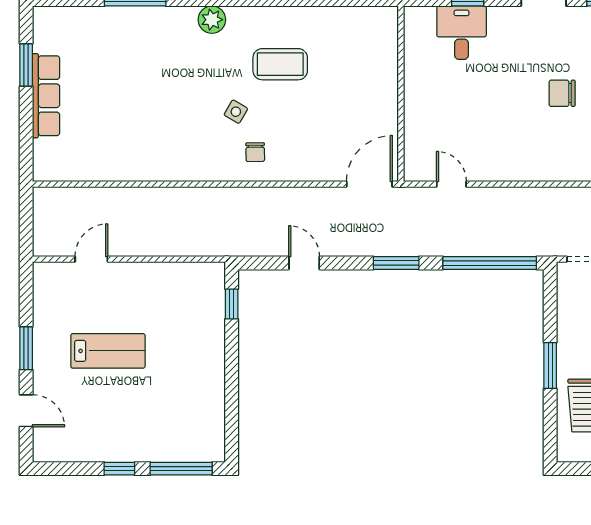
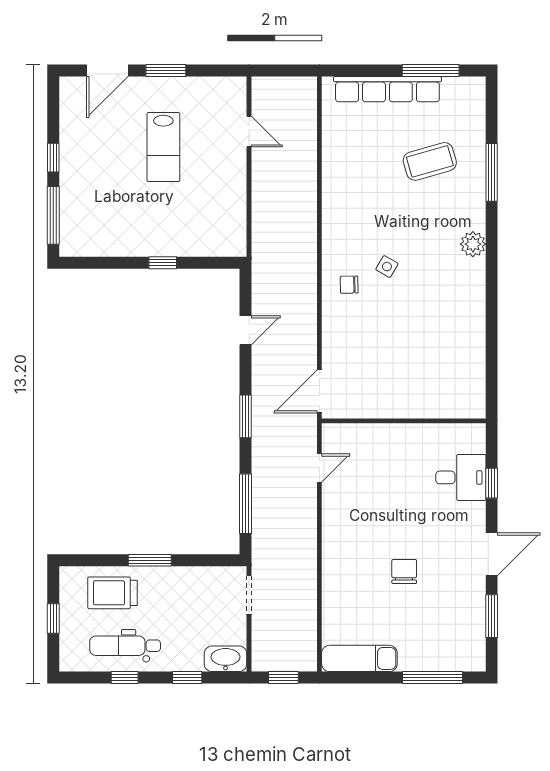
coffee table: (280, 64) -> (430, 161), moved, turned 74
window: (26, 65) -> (431, 71), width x1.44
row of seats: (46, 96) -> (387, 89), width x1.36
door: (369, 184) -> (319, 391), swing flipped
window: (490, 263) -> (246, 504), width x0.68
window: (232, 304) -> (163, 263), moved
door: (26, 411) -> (107, 71), width x1.38

